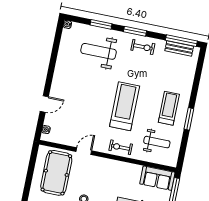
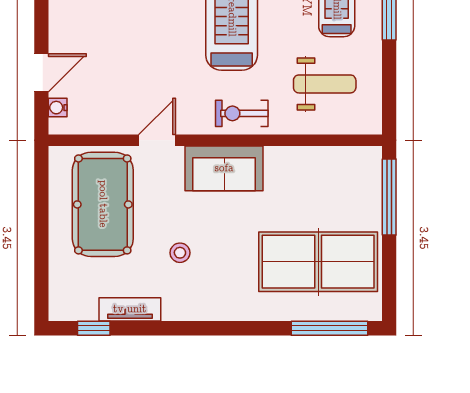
door: (44, 104) -> (41, 73), moved
sofa: (157, 178) -> (224, 168), moved

